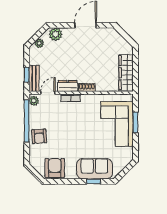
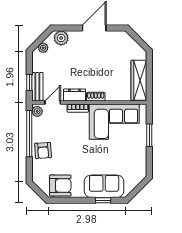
corner sofa: (117, 124) -> (114, 122), moved, turned -90
armchair: (55, 168) -> (60, 185), turned 90

